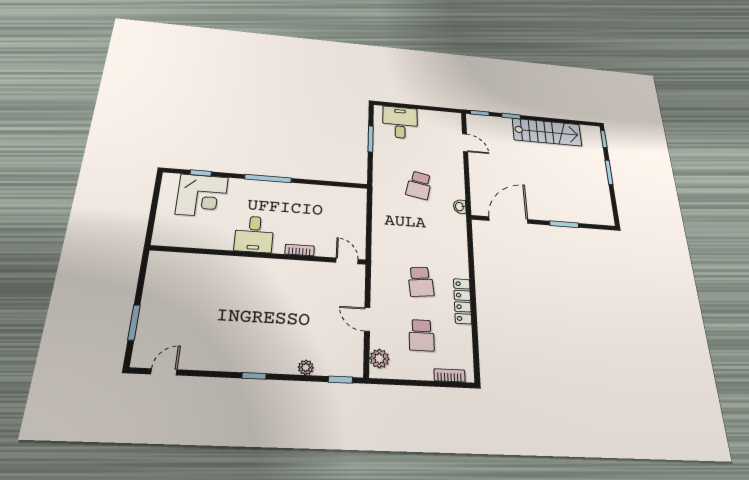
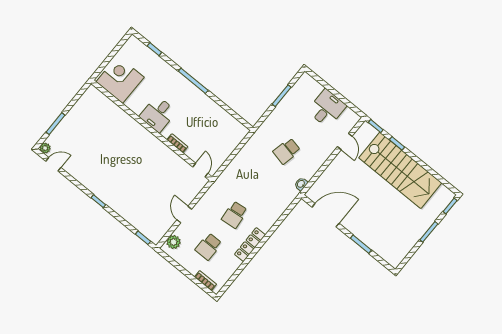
desk: (400, 122) -> (327, 108), moved
stairs: (547, 132) -> (400, 170), width x1.36, depth x1.51
corner desk: (202, 196) -> (120, 79), moved, turned 180
plant: (306, 367) -> (45, 148), moved

